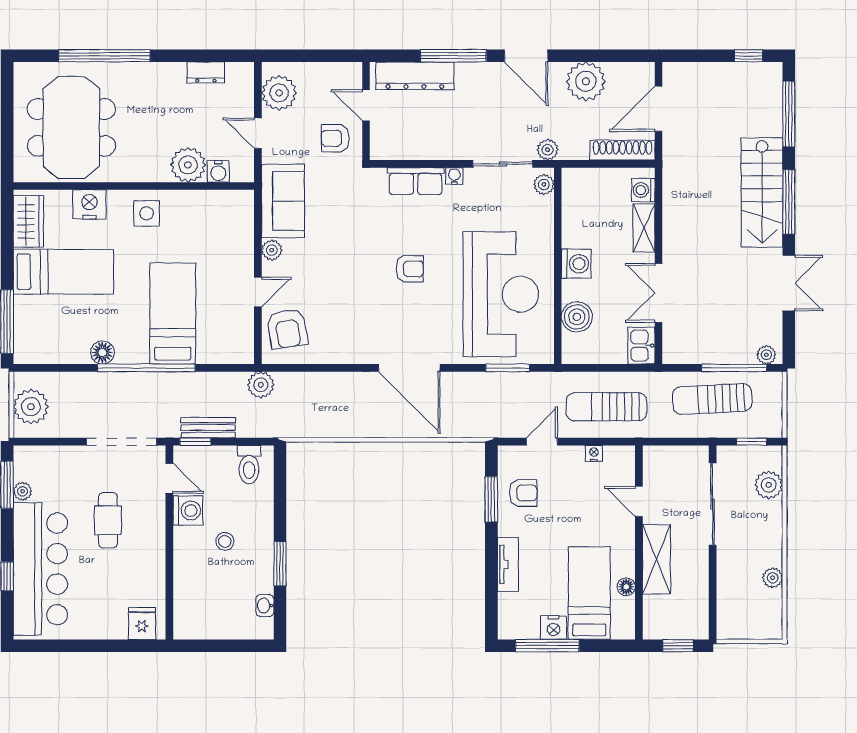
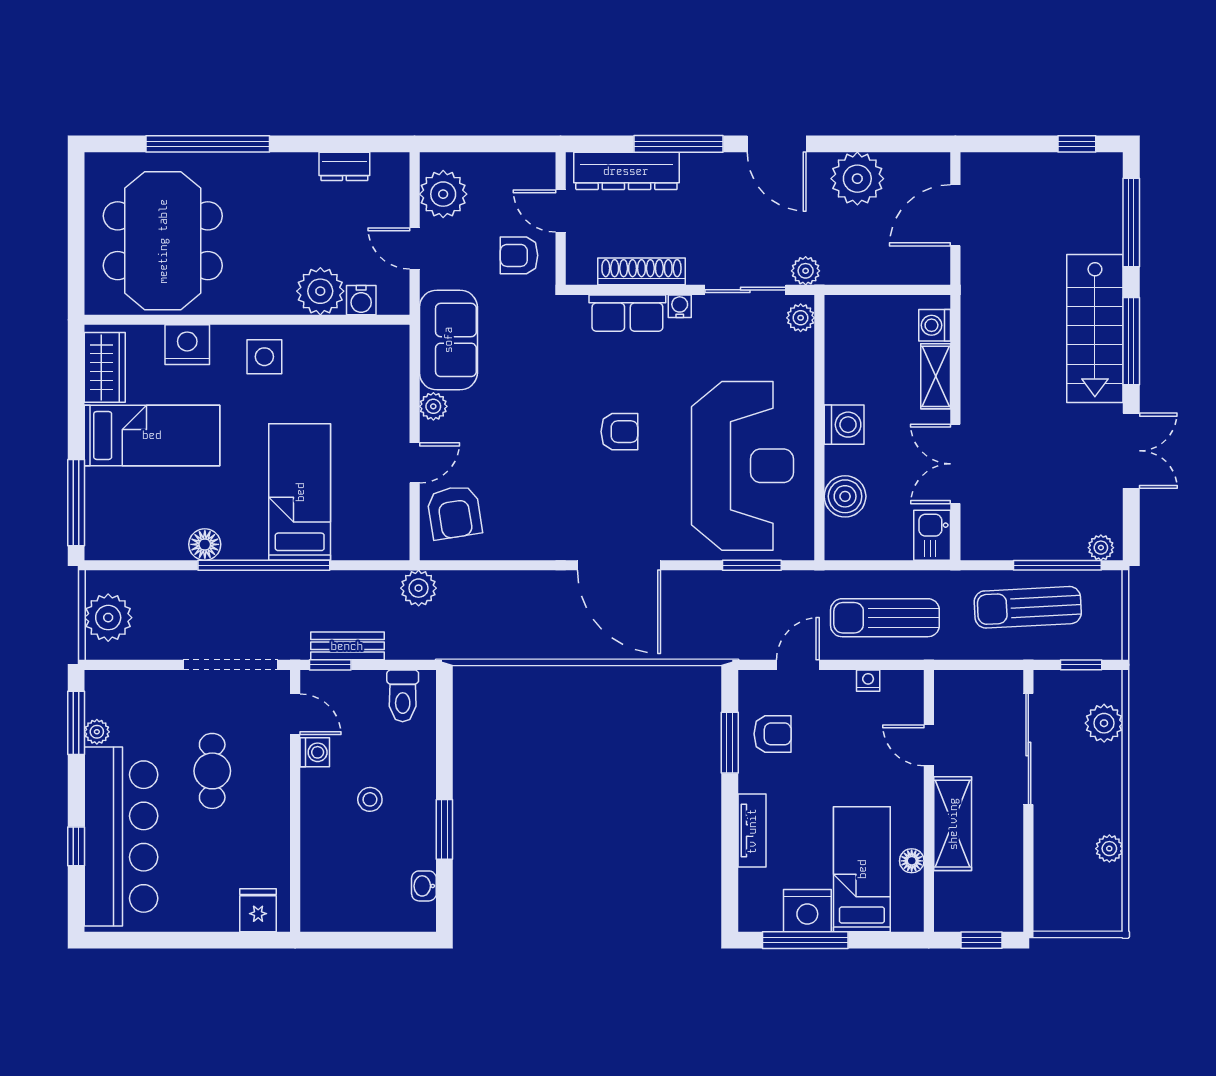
shoe rack: (623, 150) -> (641, 271), moved
washing machine: (188, 511) -> (315, 752), width x0.73, depth x0.73
nightstand: (554, 628) -> (807, 911), width x1.36, depth x1.33

